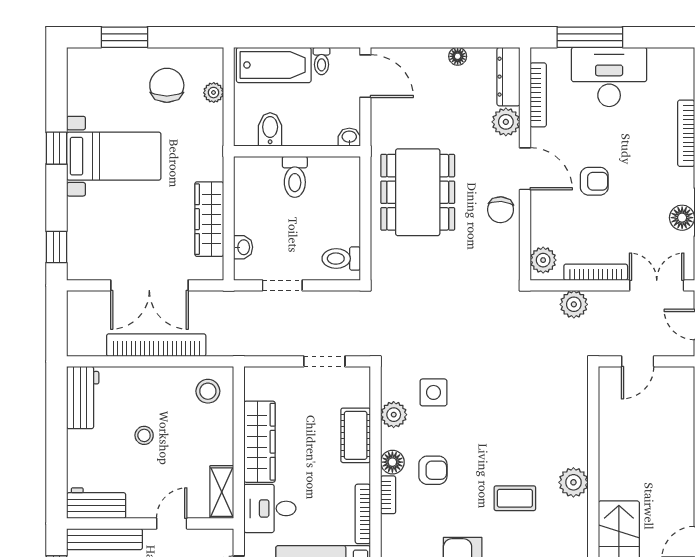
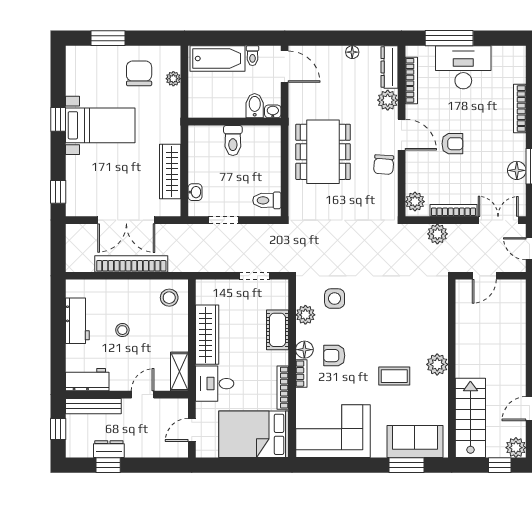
bidet: (270, 129) -> (255, 106), moved
workbench: (83, 398) -> (77, 321), moved
armchair: (433, 470) -> (334, 356), turned 180

